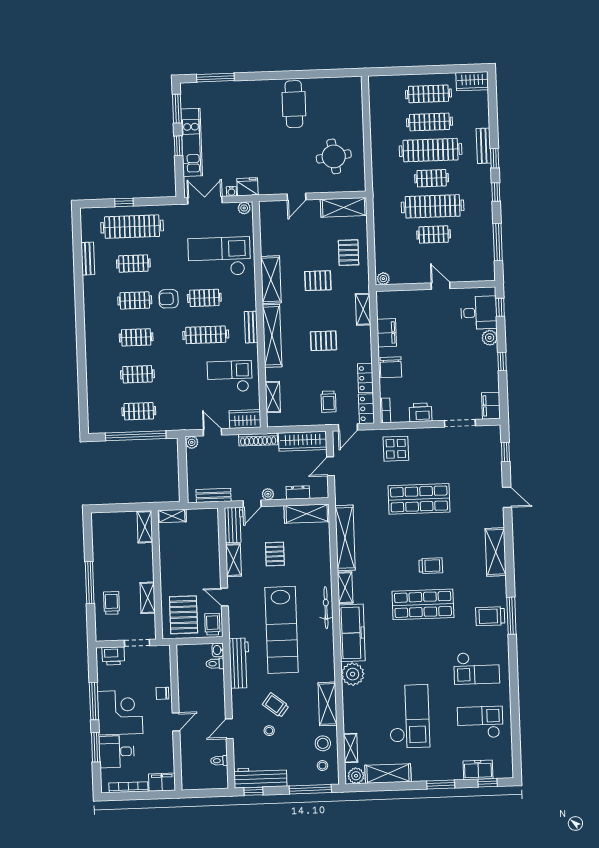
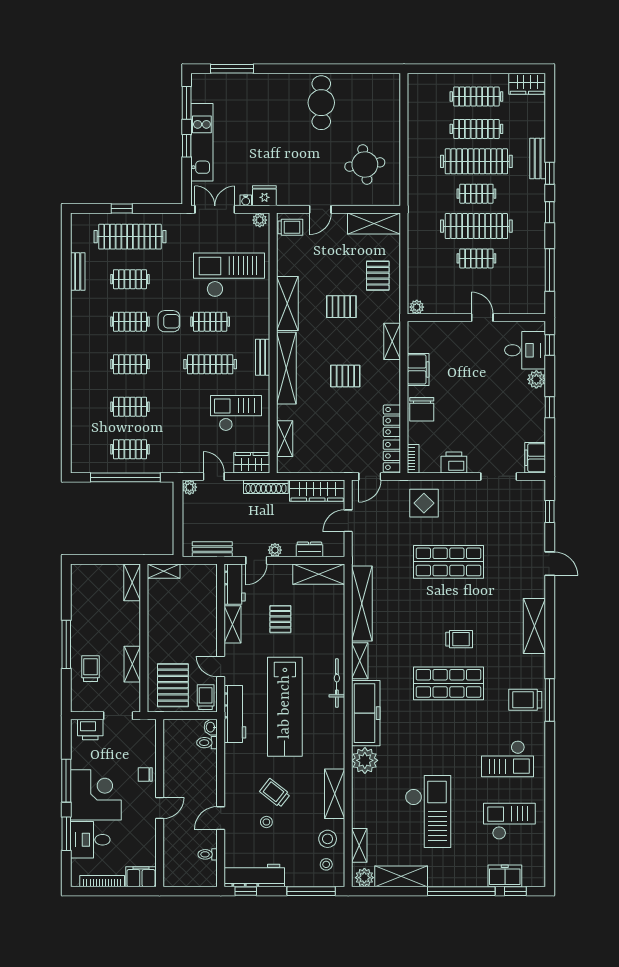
armchair: (169, 299) -> (169, 321), turned 180
trolley: (329, 402) -> (290, 227), moved, turned -90
workbench: (239, 663) -> (235, 714), moved
window: (441, 784) -> (461, 891), width x2.11

